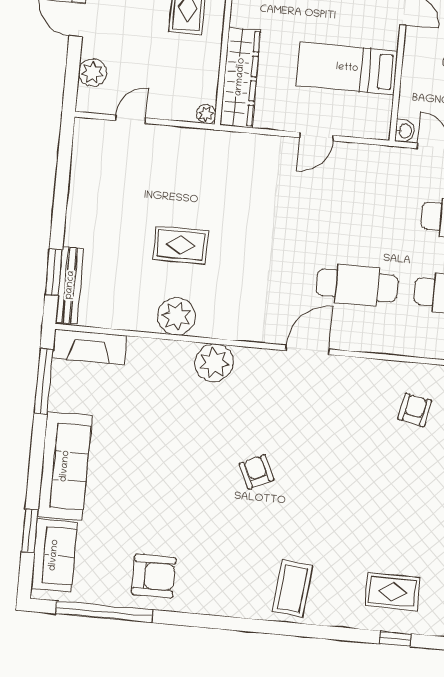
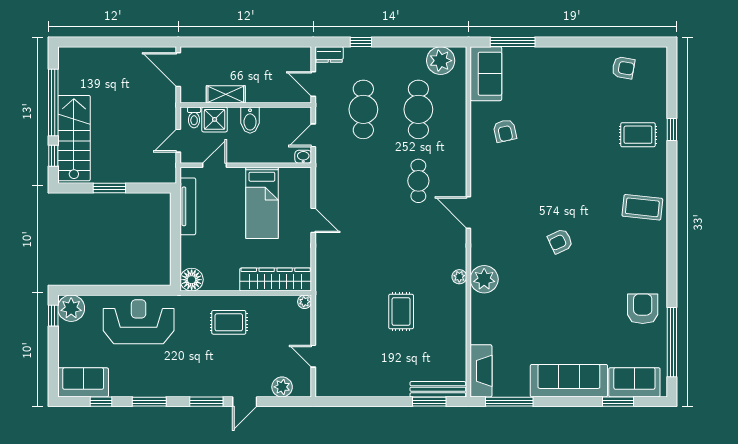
cafe table: (357, 285) -> (418, 181), width x0.73, depth x0.74
plant: (177, 316) -> (459, 277), moved, width x0.53, depth x0.53
armchair: (415, 410) -> (505, 131), turned -113
rug: (392, 592) -> (638, 135), turned 90

